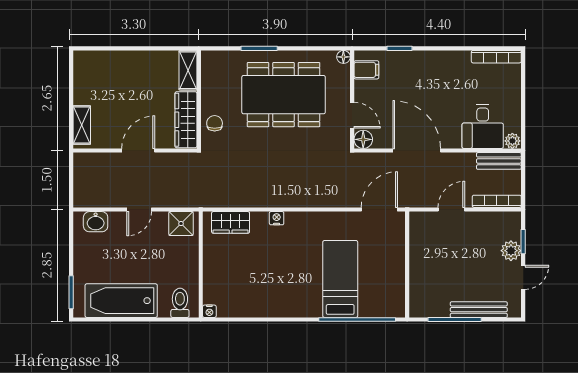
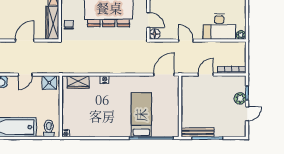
desk: (483, 126) -> (219, 27), width x1.37
door: (417, 151) -> (186, 40), width x0.53
bench: (499, 161) -> (233, 46), removed
bench: (479, 310) -> (198, 132), moved

